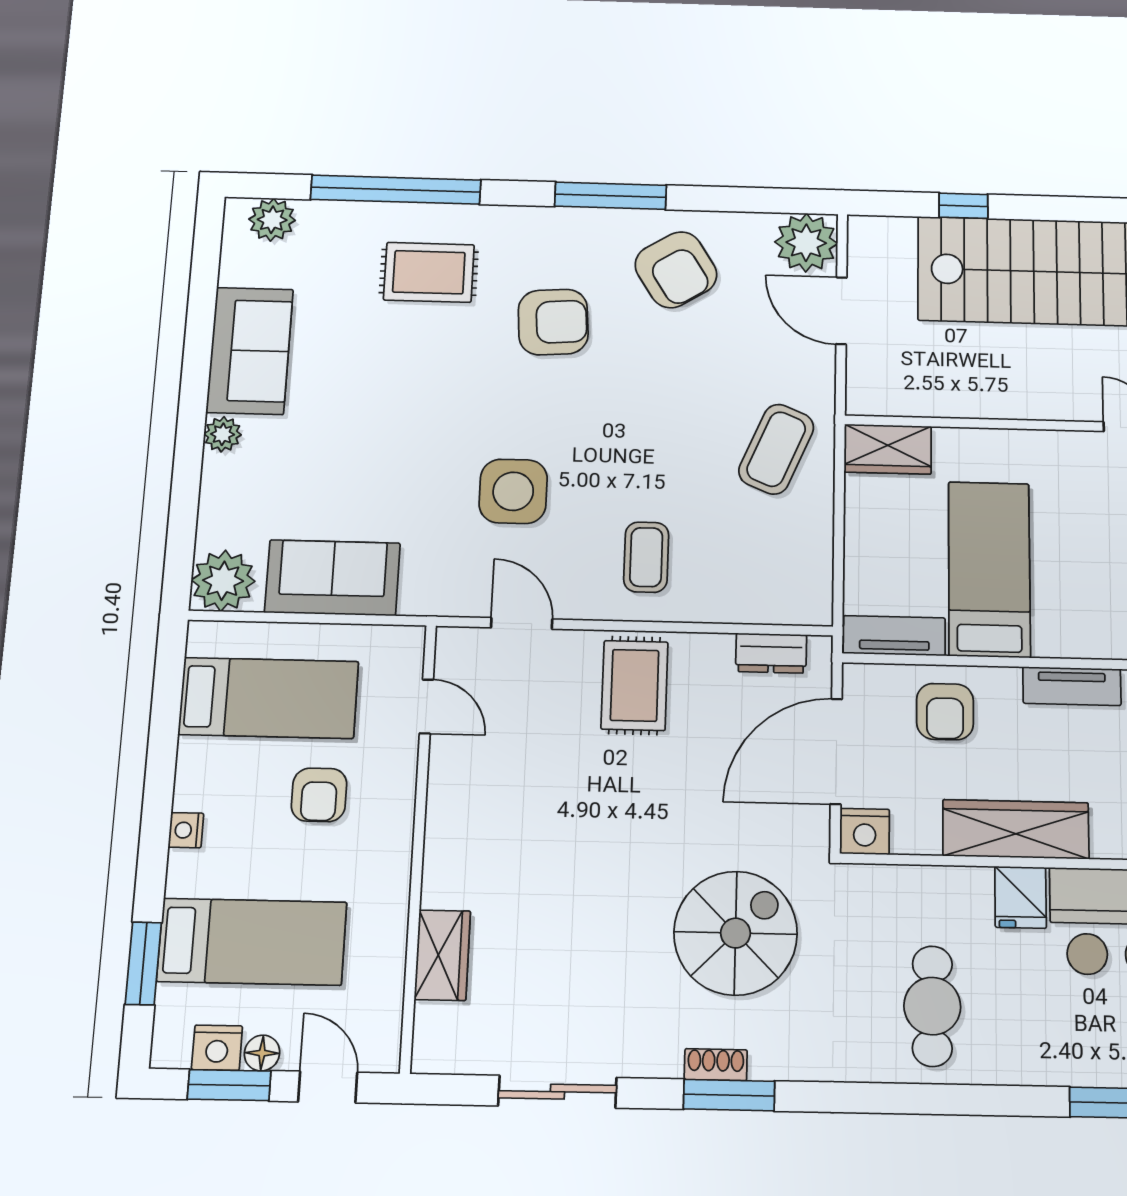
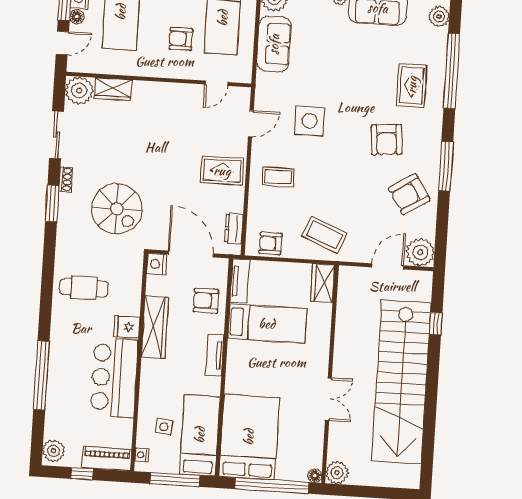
armchair: (802, 568) -> (271, 243), added
plant: (446, 1039) -> (79, 91), added
shoe rack: (716, 1065) -> (66, 179), moved

